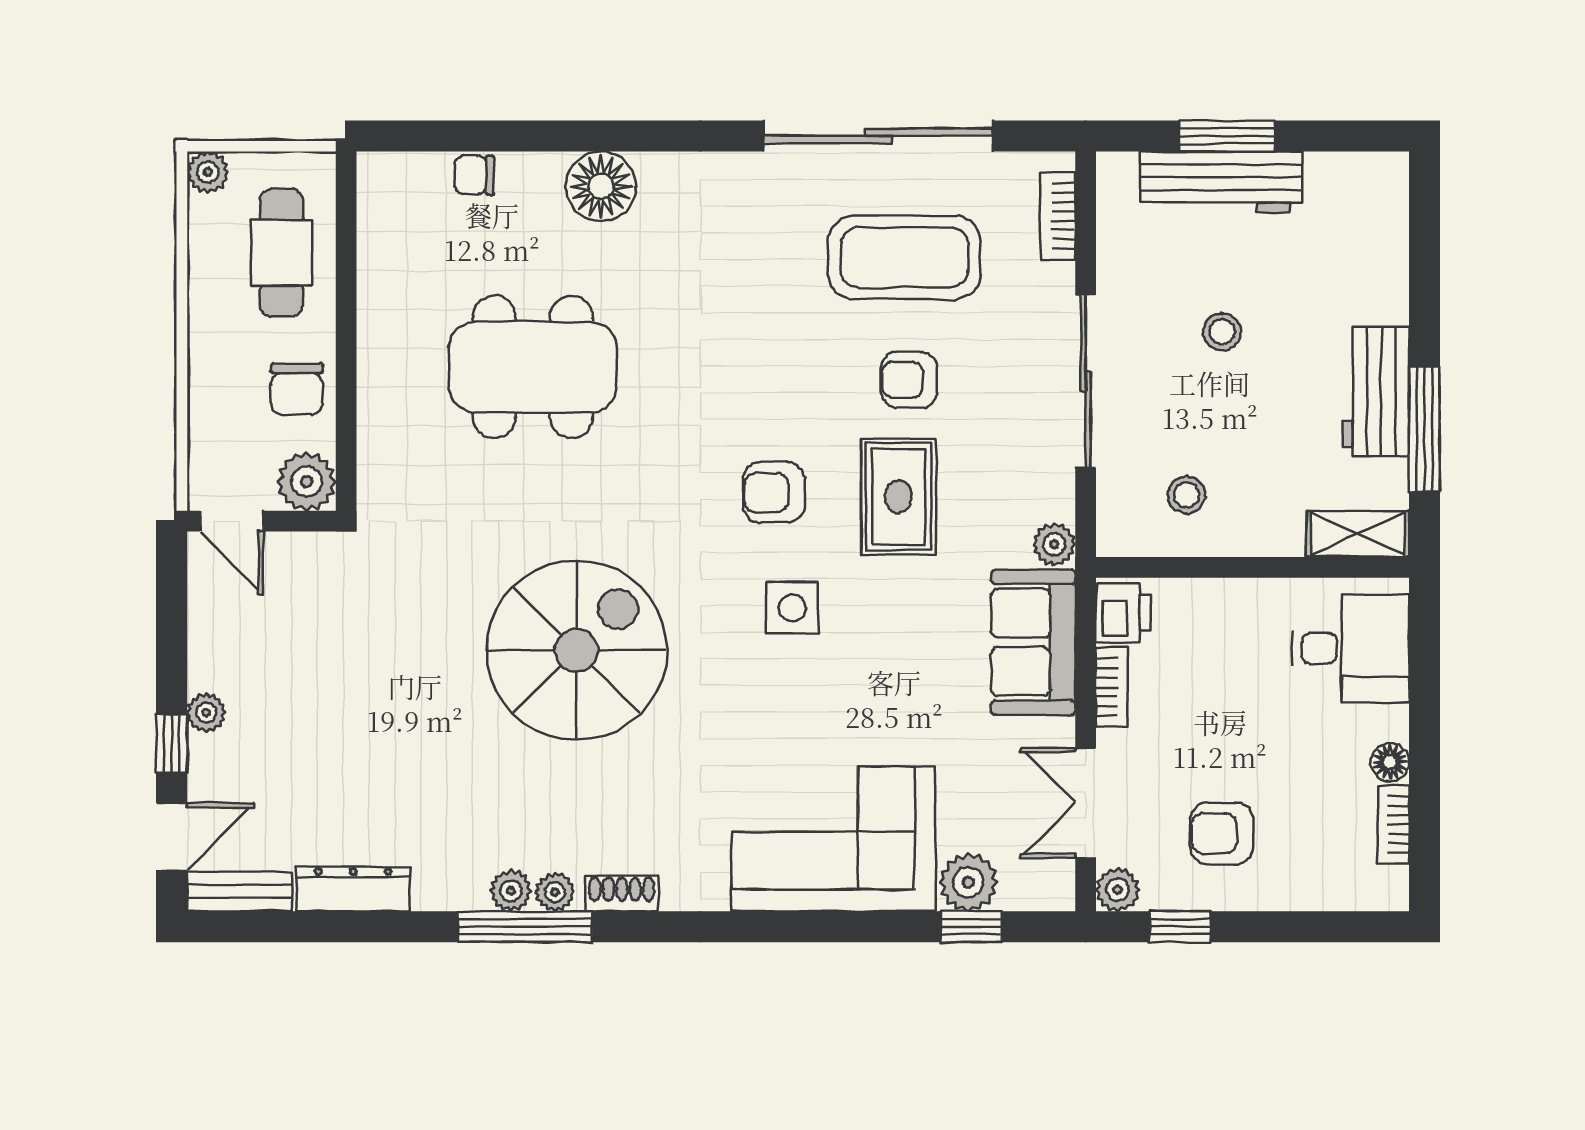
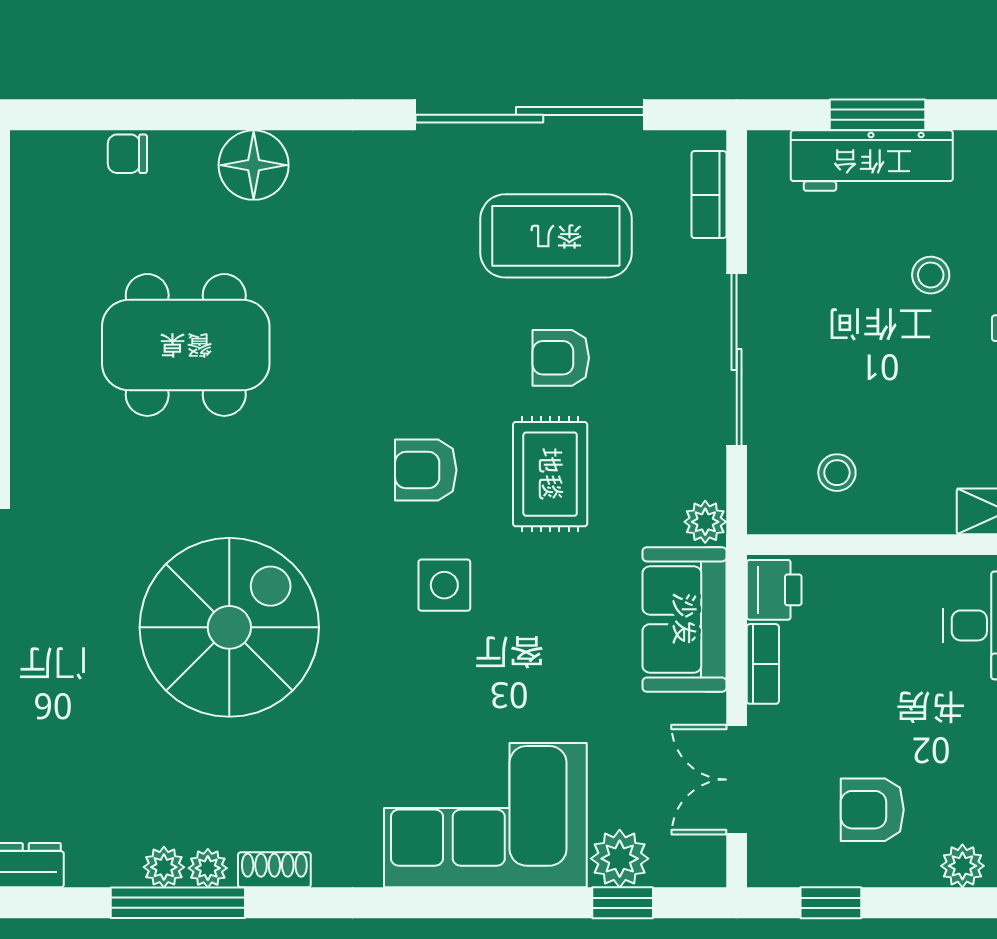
stool: (1222, 332) -> (931, 275), moved
plant: (1118, 890) -> (962, 866), moved

